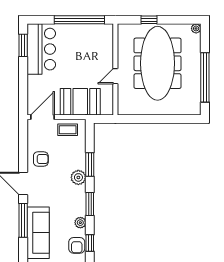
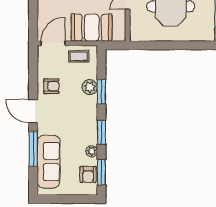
plant: (78, 177) -> (90, 87), moved
window: (90, 243) -> (101, 172), width x1.50

